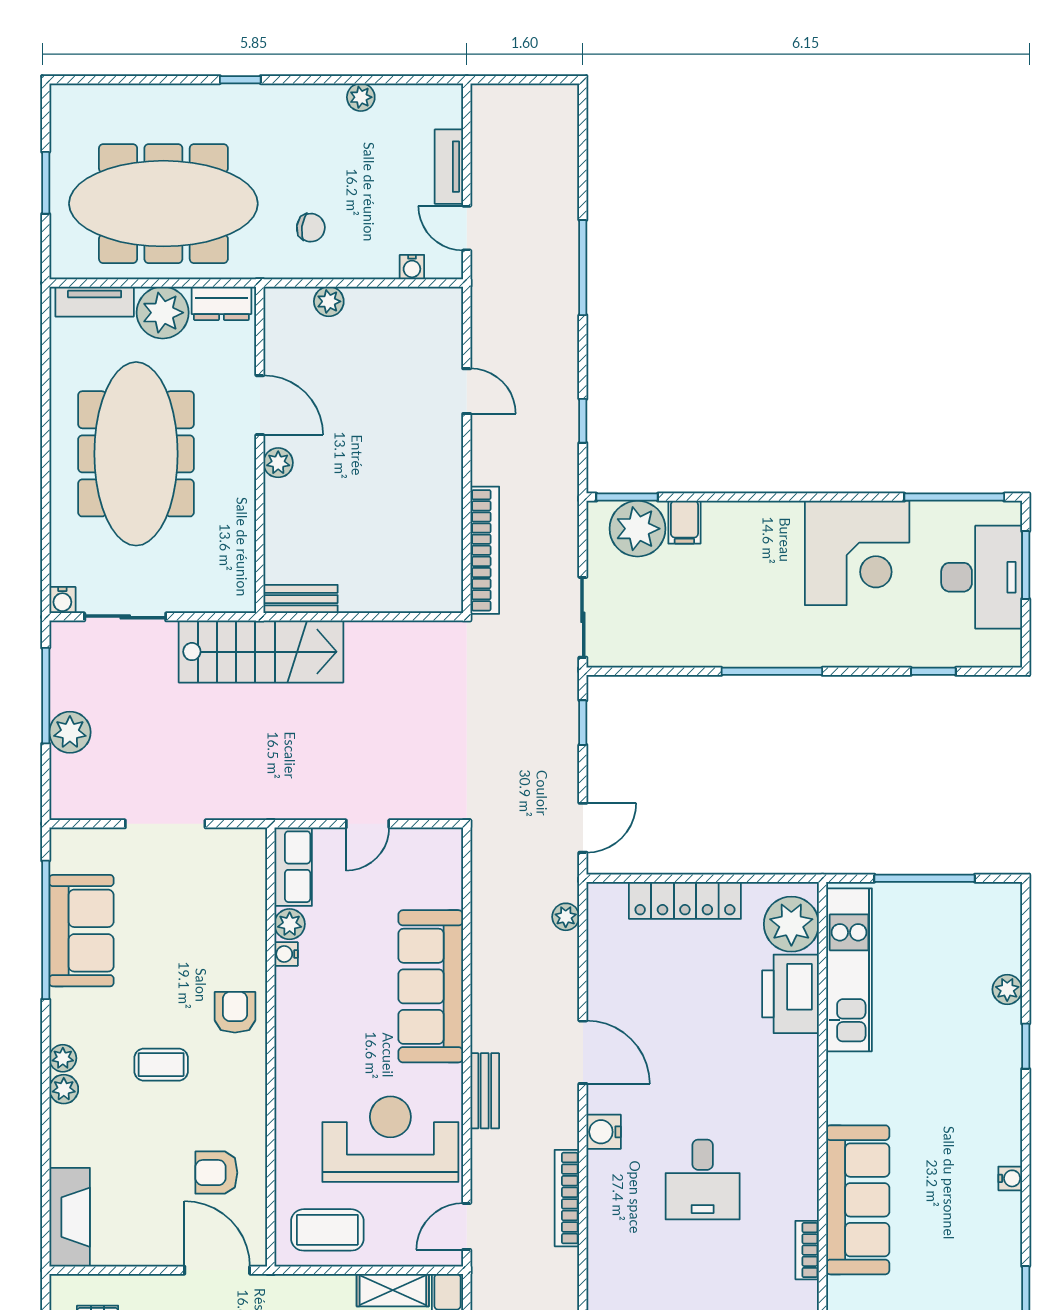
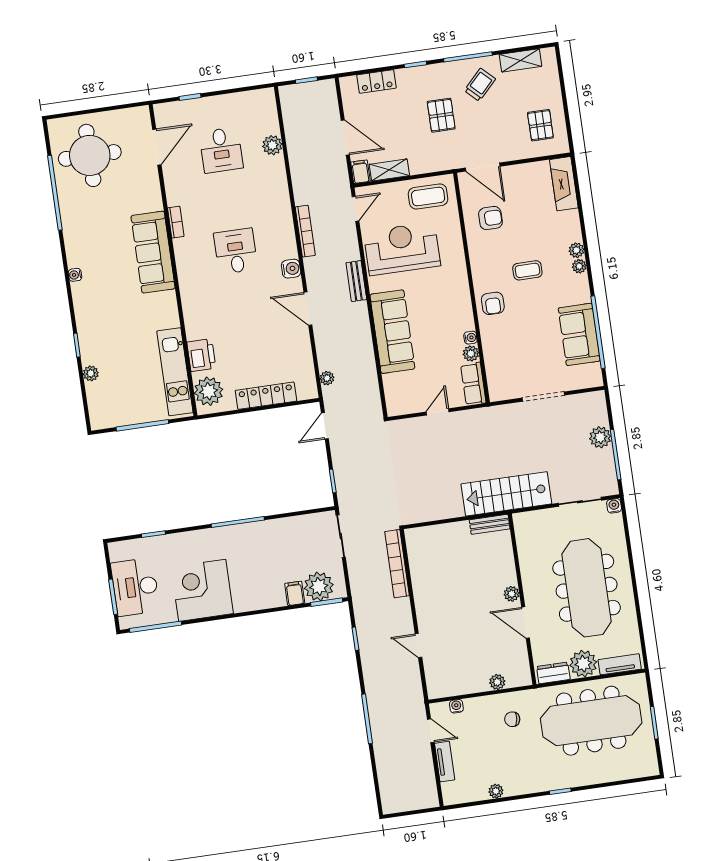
printer: (791, 994) -> (201, 355), width x0.73, depth x0.84
reception desk: (390, 1139) -> (402, 249), turned 180

